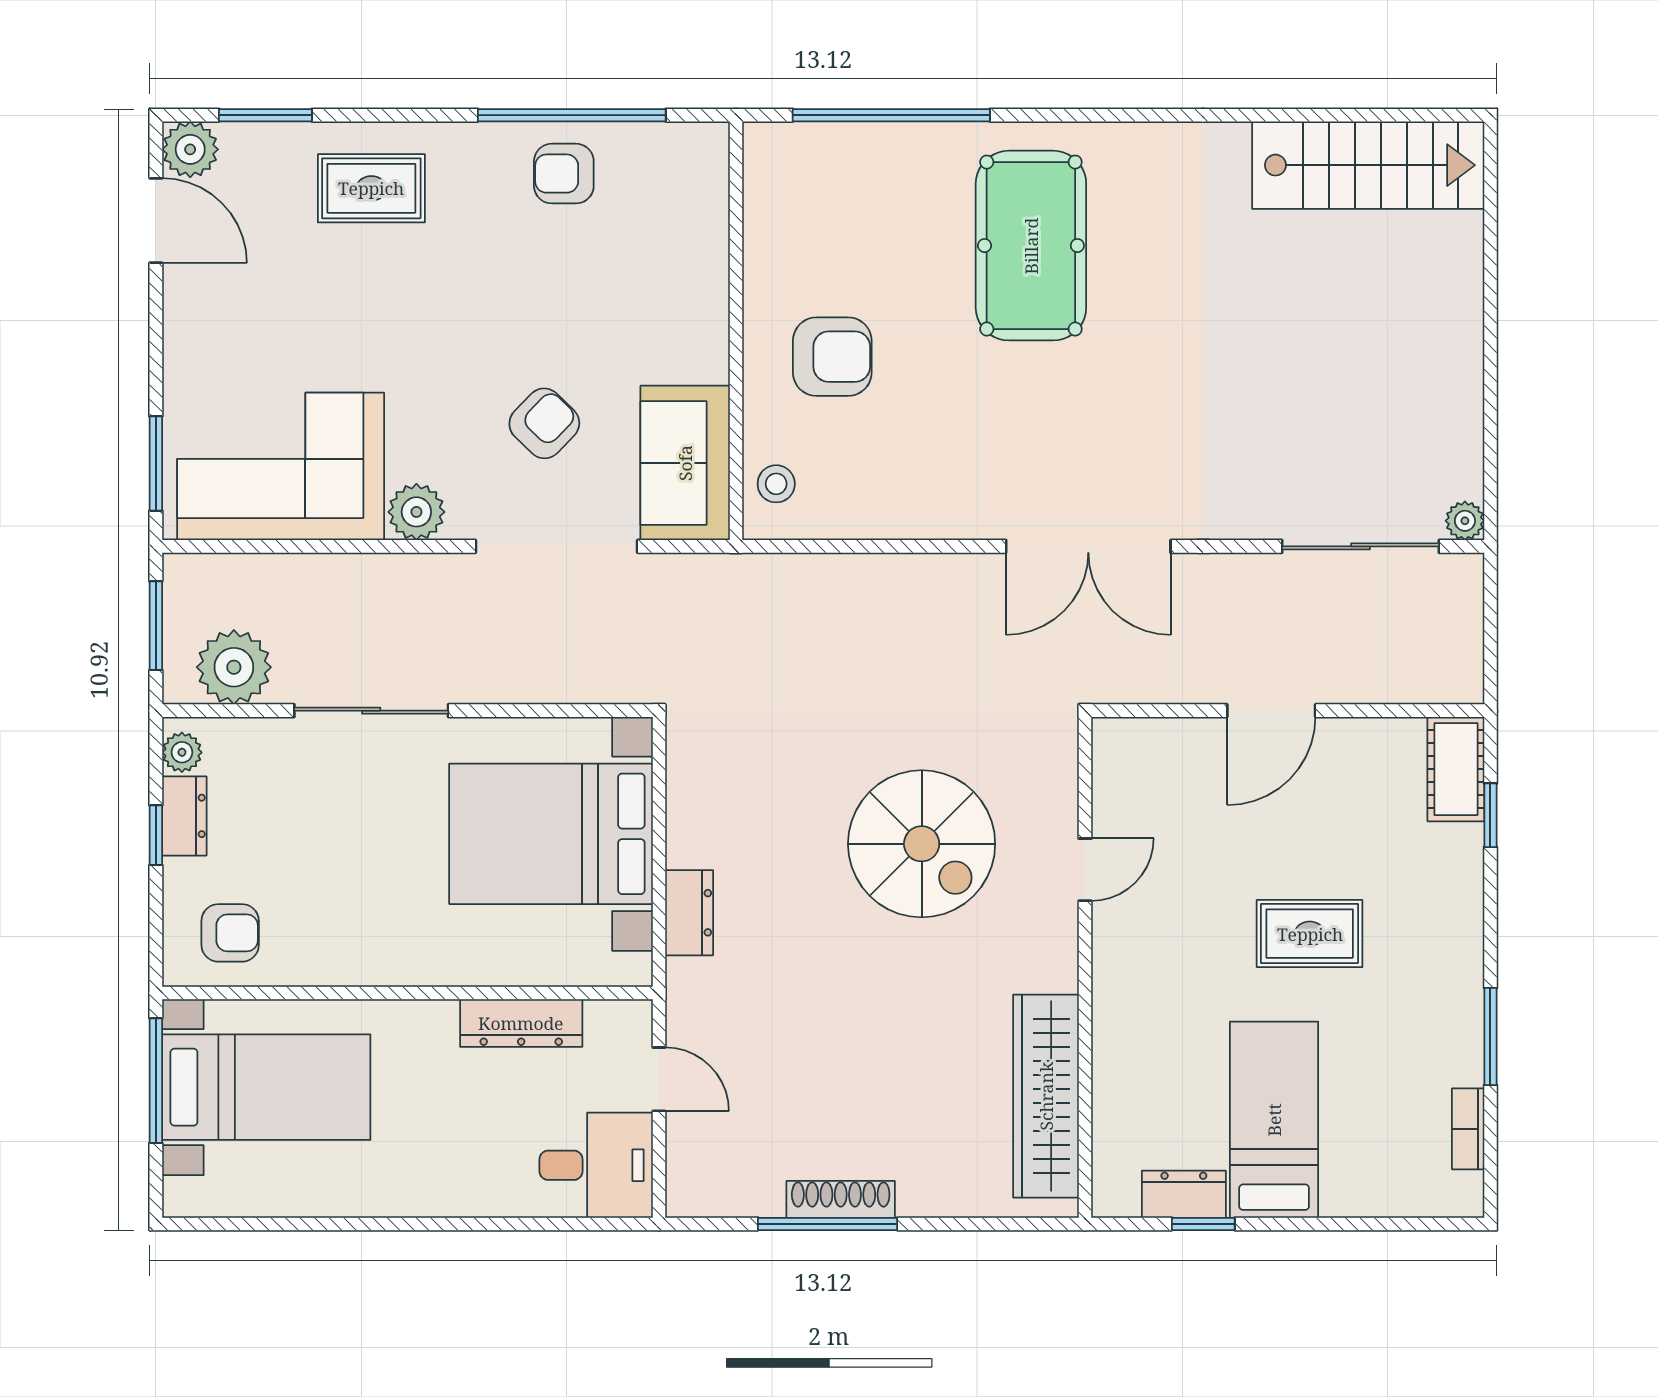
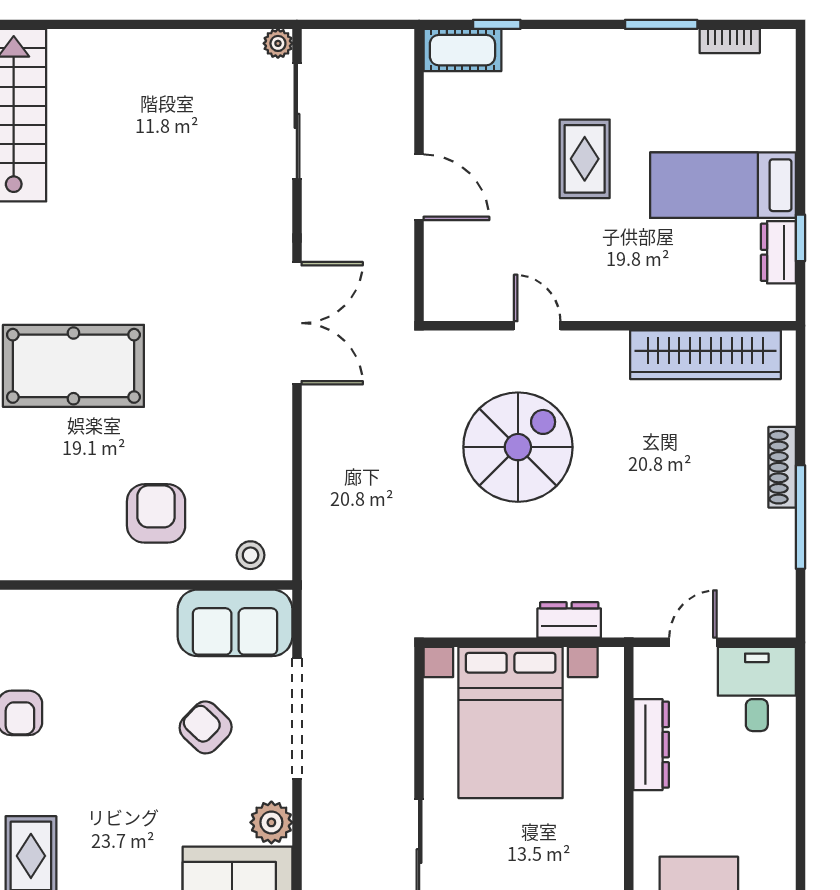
shoe rack: (841, 1199) -> (782, 467), moved

